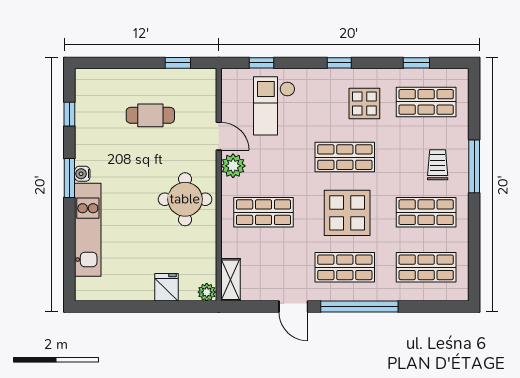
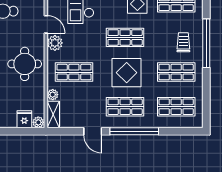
window: (474, 166) -> (206, 43), width x1.46
plant: (230, 248) -> (53, 95), added
fridge: (166, 287) -> (24, 119), moved

